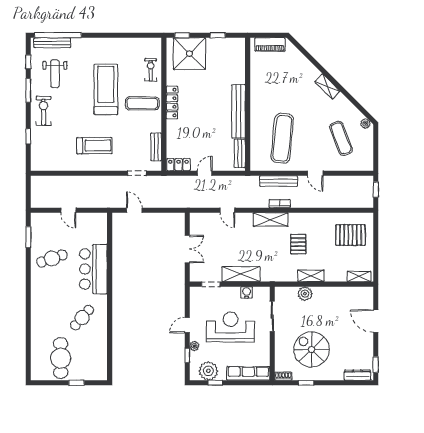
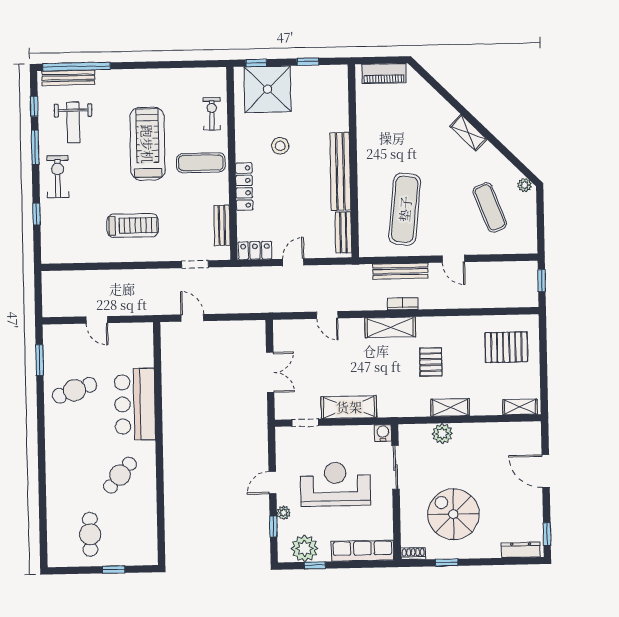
stool: (197, 93) -> (280, 146), added
locker: (172, 102) -> (244, 187), moved
water cooler: (247, 292) -> (383, 433), moved
cafe table: (61, 358) -> (90, 534), width x0.73, depth x0.74

